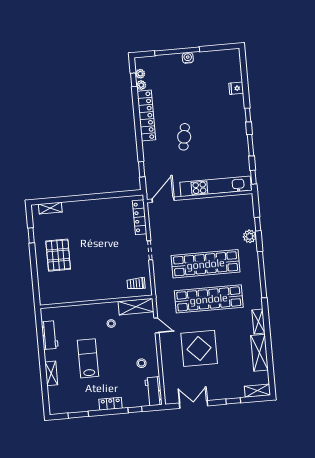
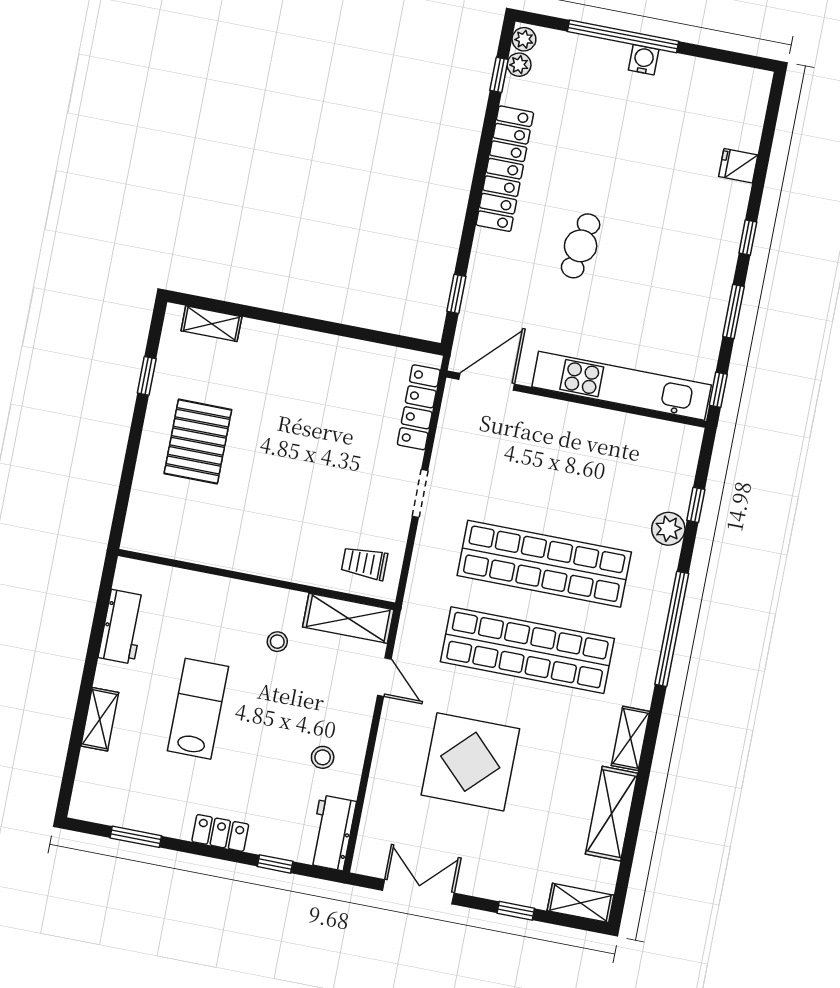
plant: (141, 85) -> (524, 39), moved

